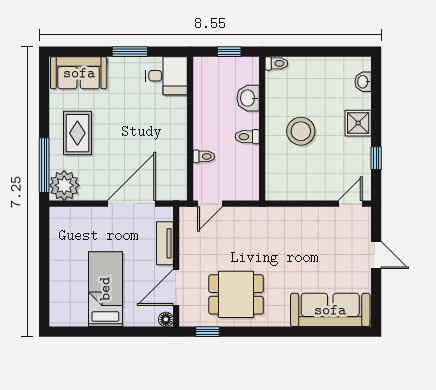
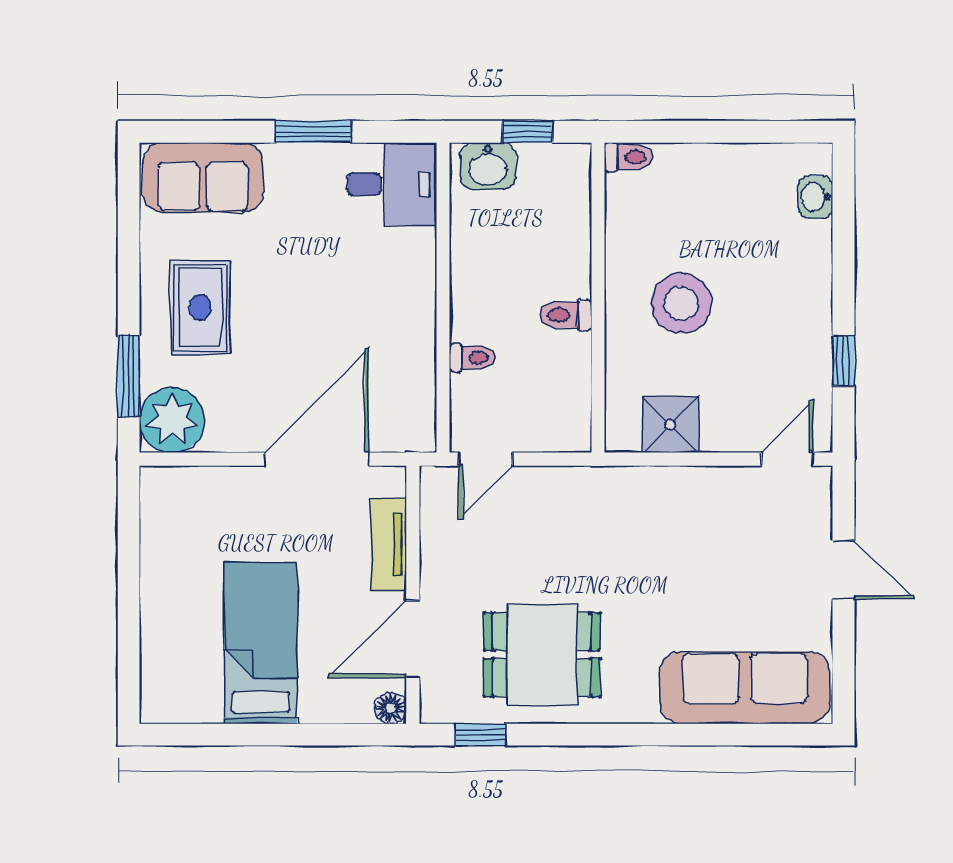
washbasin: (248, 98) -> (488, 166), moved, turned -90
shower: (358, 123) -> (670, 425), moved
window: (44, 165) -> (129, 376), width x0.69

